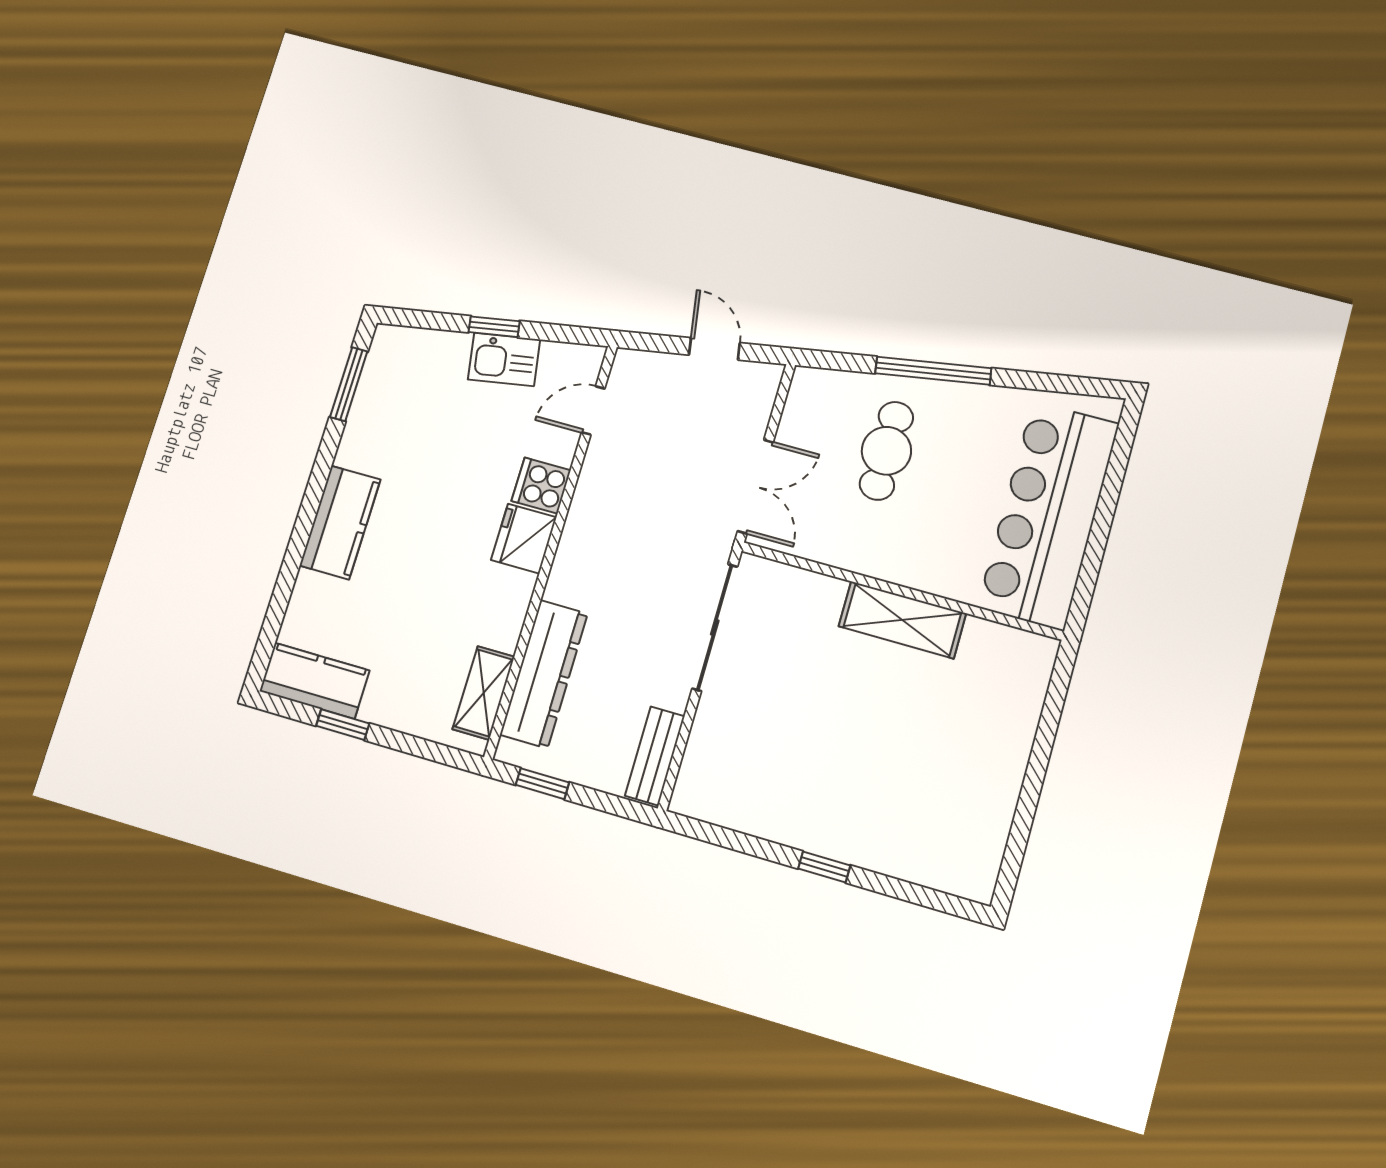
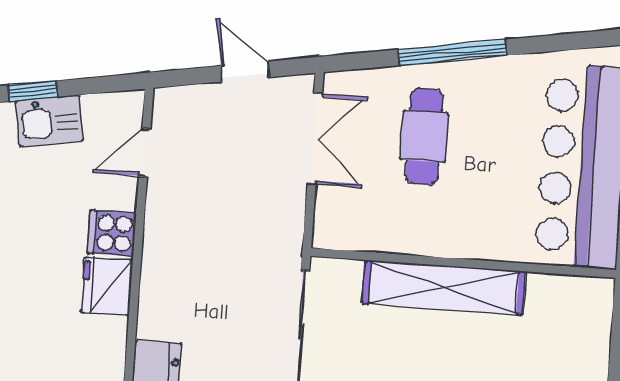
double door: (755, 487) -> (315, 139), moved
shelving: (902, 620) -> (444, 288), width x1.47

